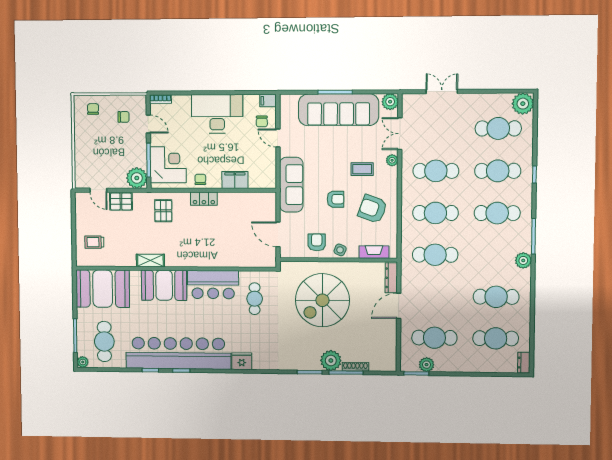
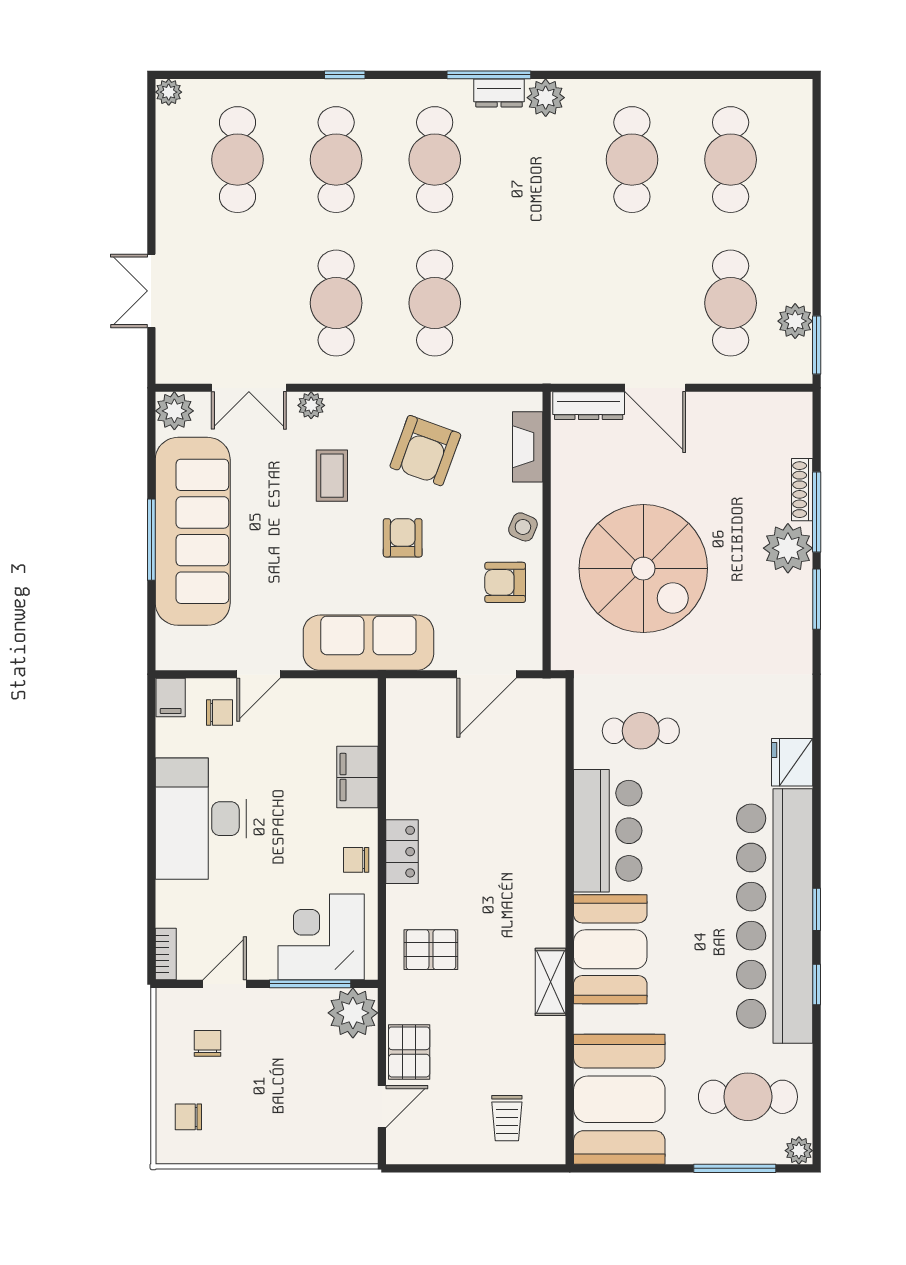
plant: (523, 104) -> (169, 92), width x0.53, depth x0.53
cafe table: (435, 255) -> (533, 303), removed
dresser: (524, 363) -> (499, 93), moved

